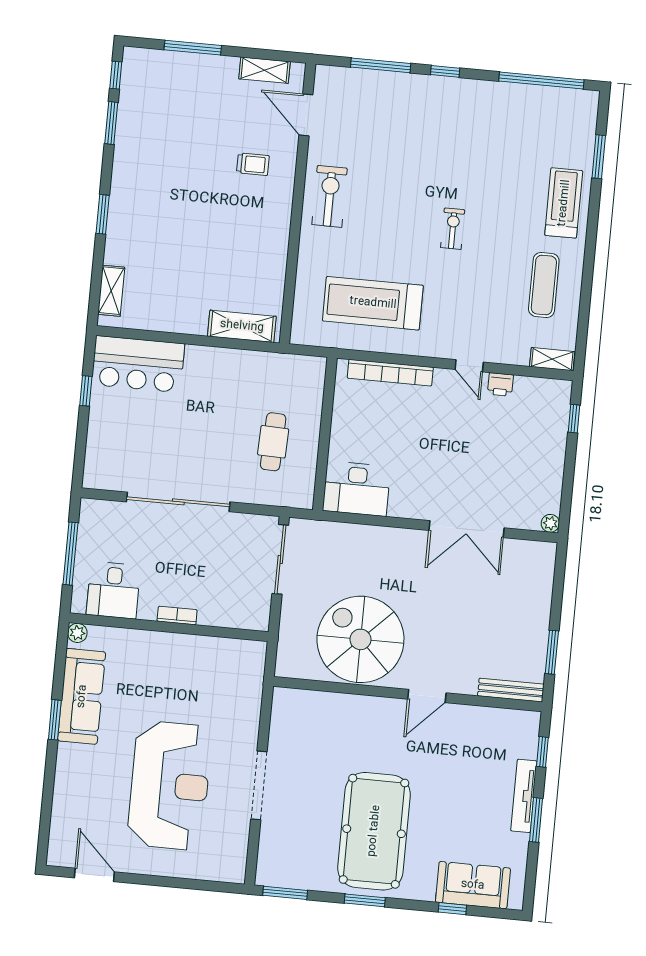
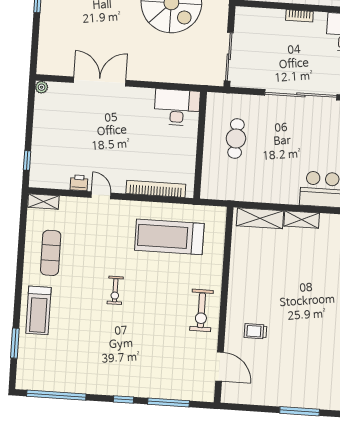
shelving: (265, 70) -> (302, 220), moved
treadmill: (373, 303) -> (169, 237), turned 180

